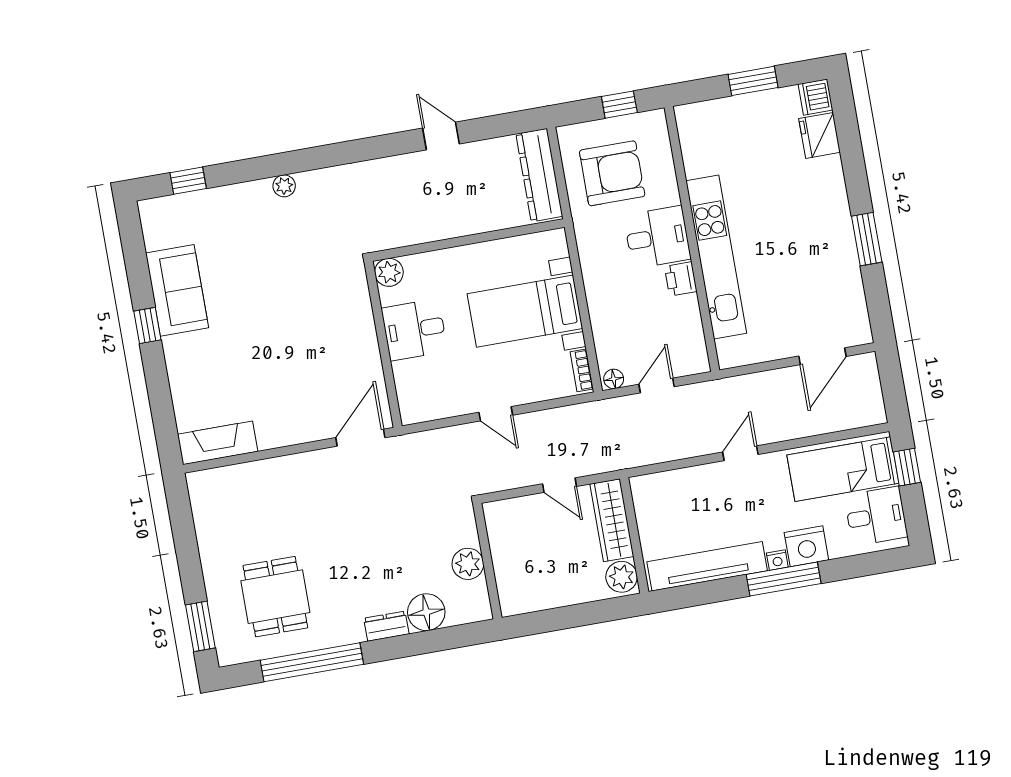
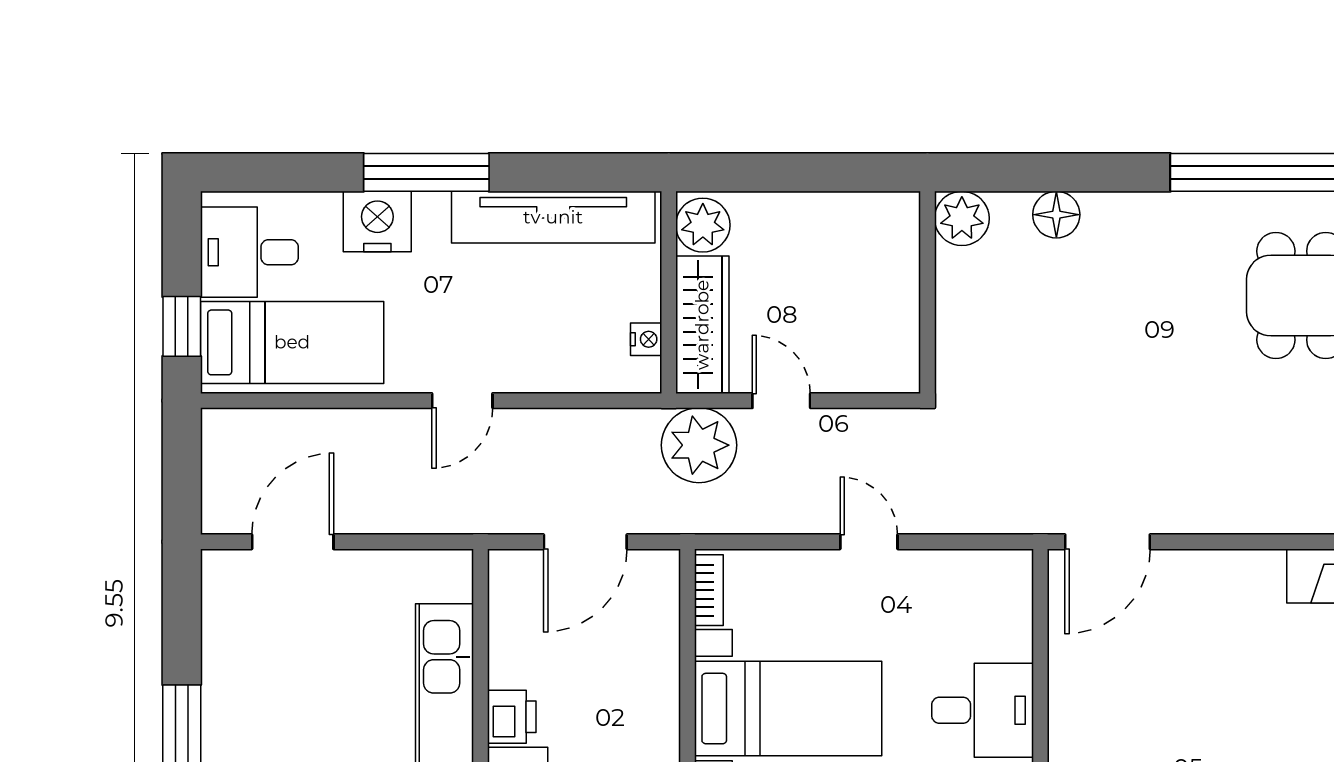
floor lamp: (614, 379) -> (657, 566), removed
door: (657, 385) -> (585, 542), width x1.38
plant: (602, 452) -> (699, 445), added
nightstand: (777, 560) -> (646, 339), moved, turned 90
plant: (468, 564) -> (962, 218), moved
floor lamp: (426, 612) -> (1056, 215), width x0.73, depth x0.73
dresser: (386, 626) -> (1120, 212), removed

